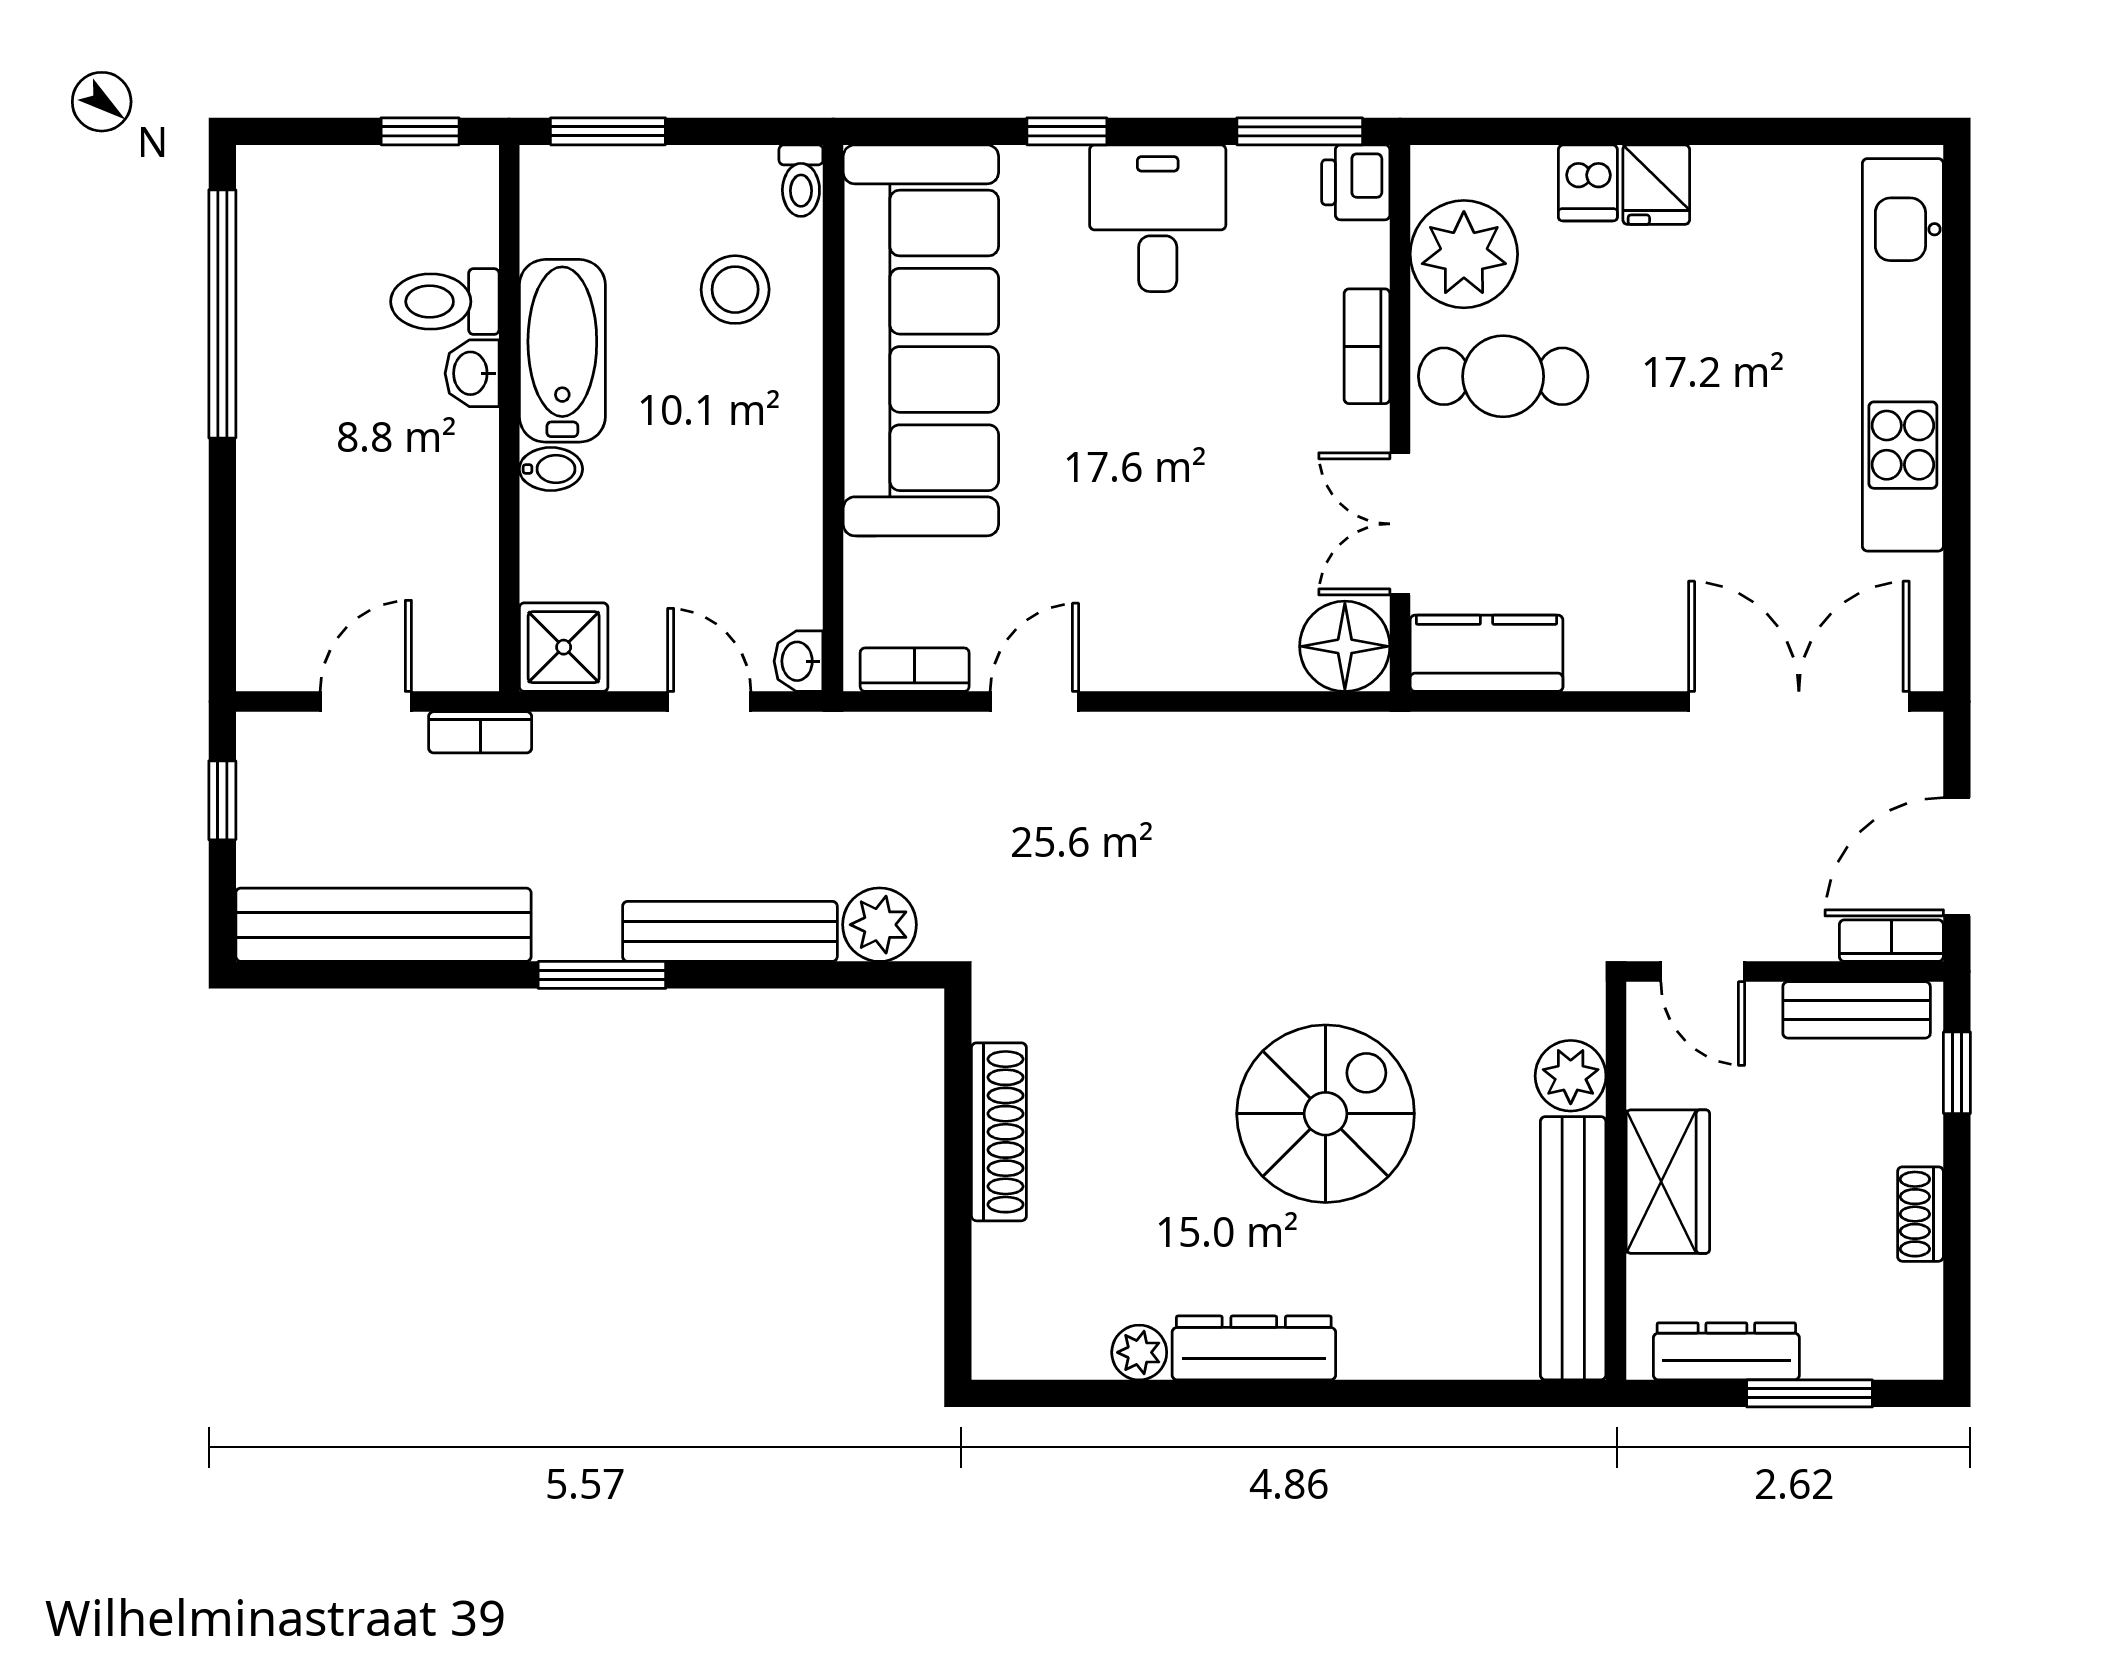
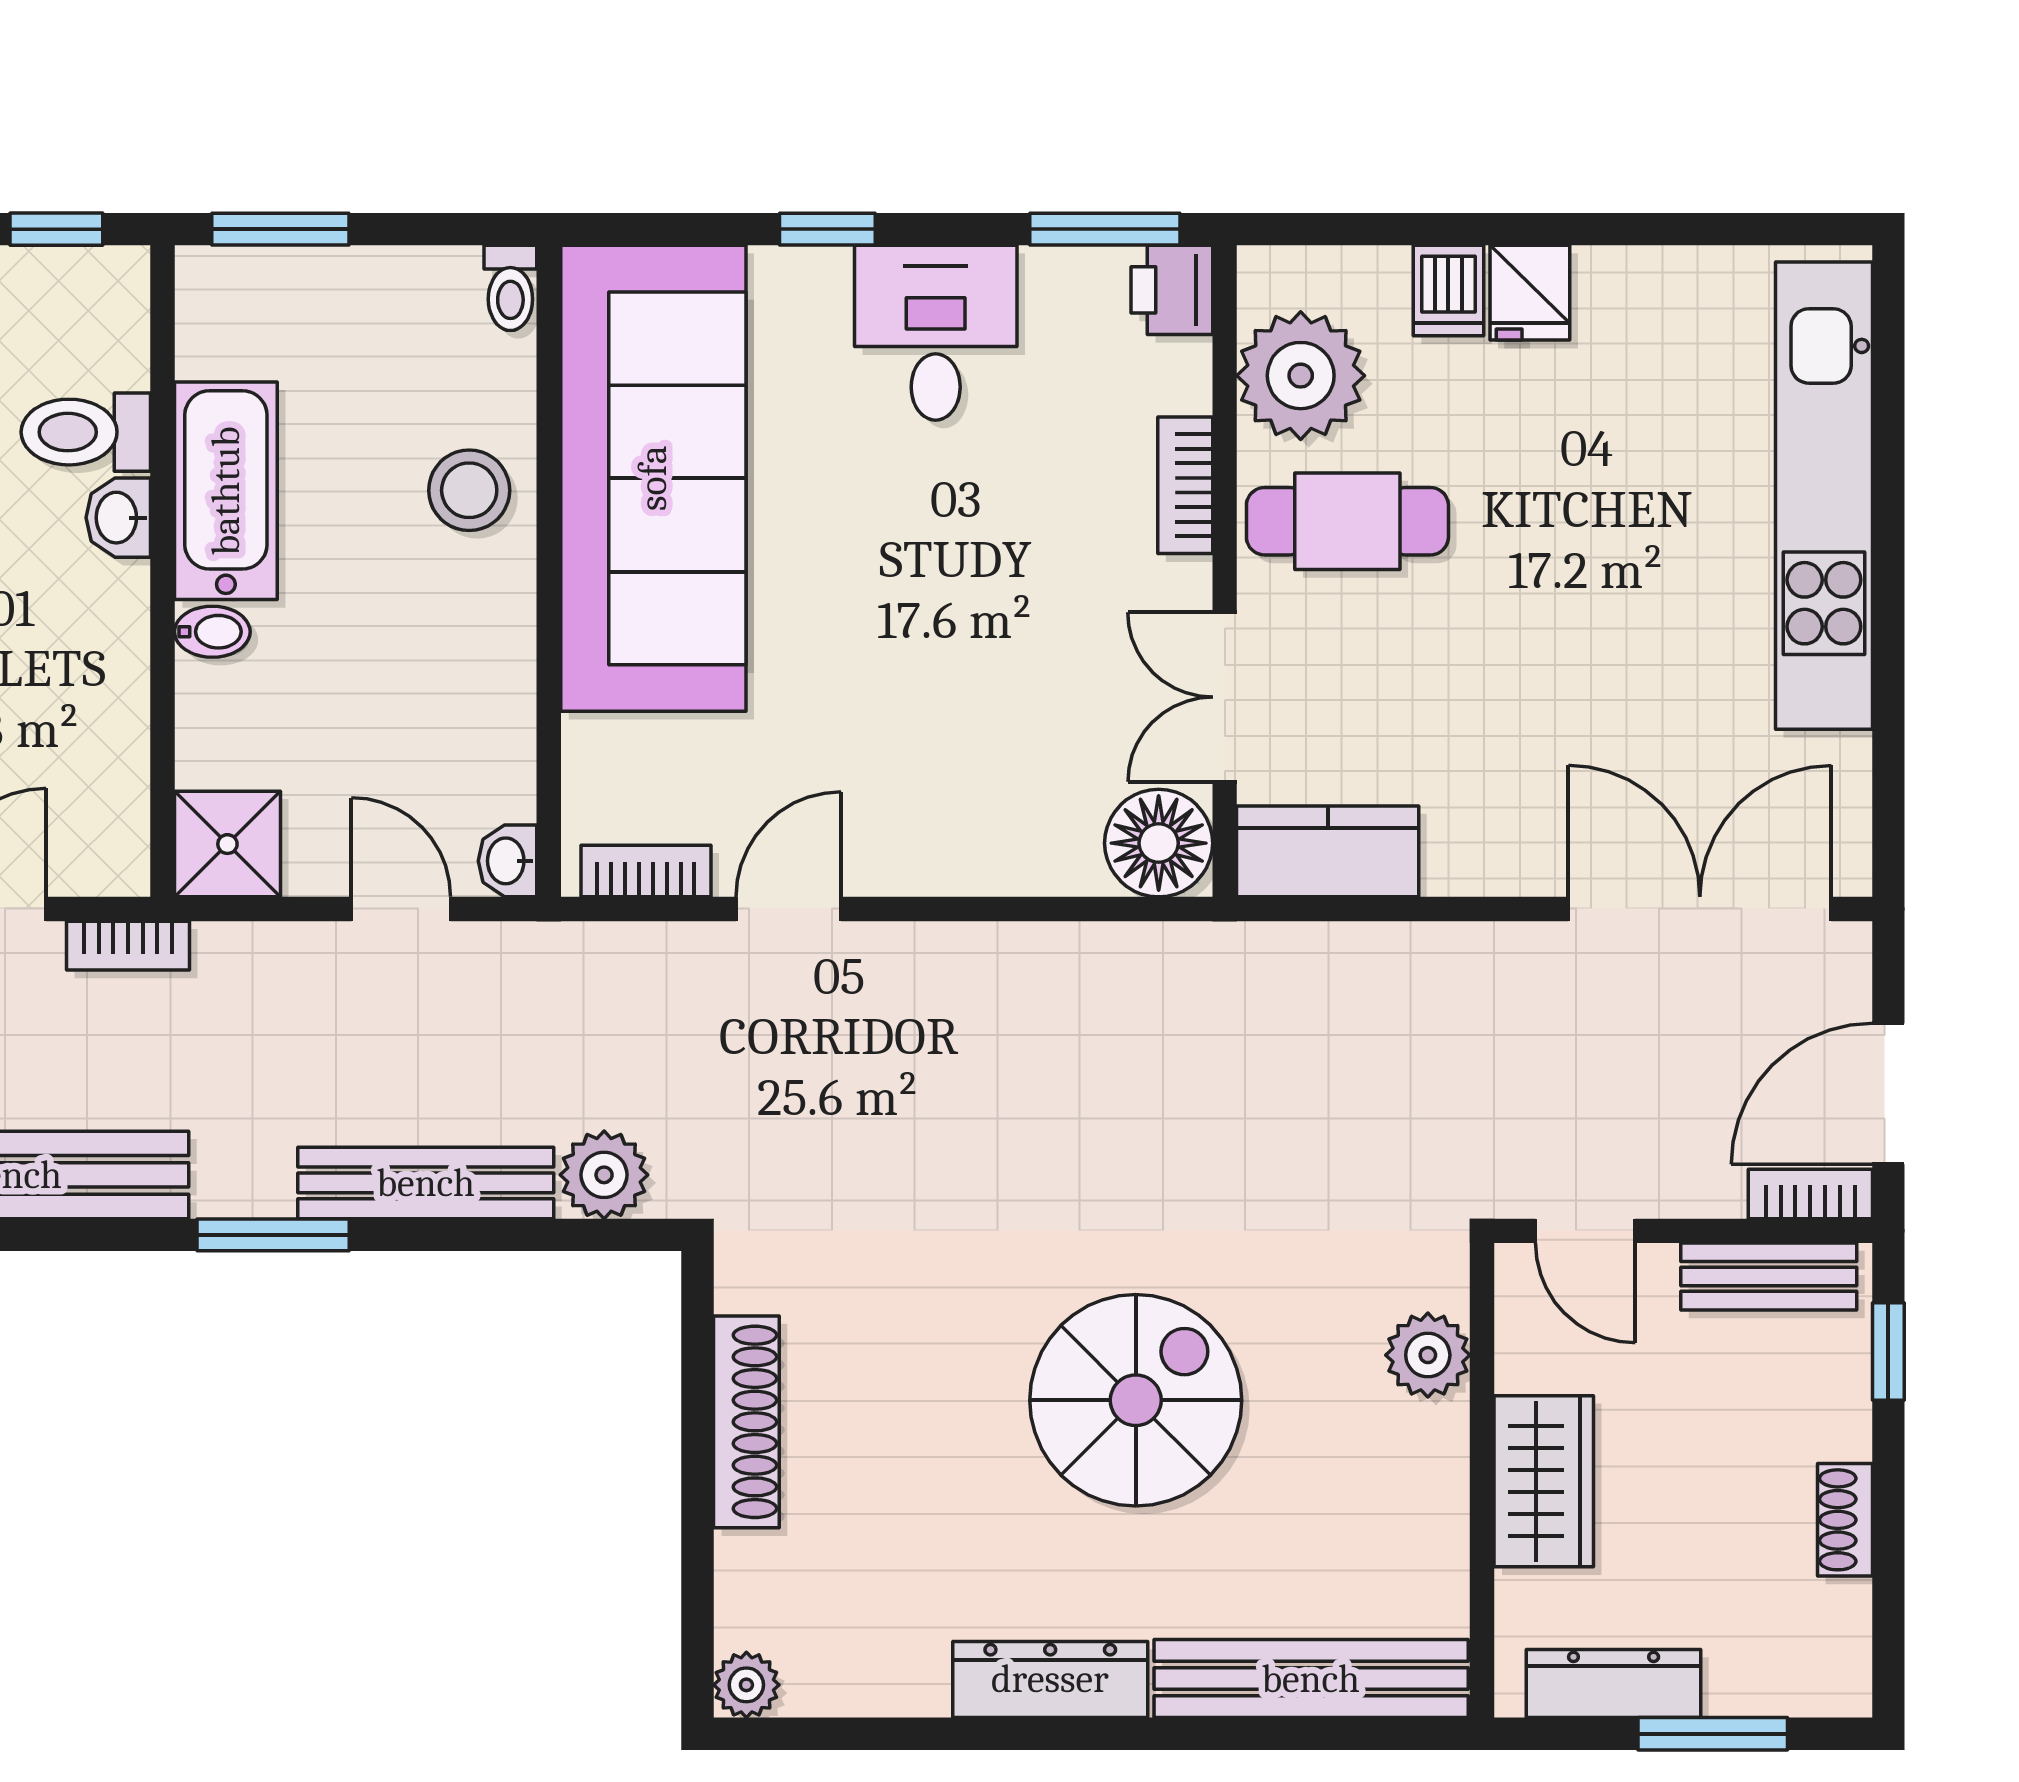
stool: (735, 290) -> (469, 490), moved
bench: (1573, 1248) -> (1311, 1679), moved, turned 90
plant: (1139, 1352) -> (746, 1685), moved

